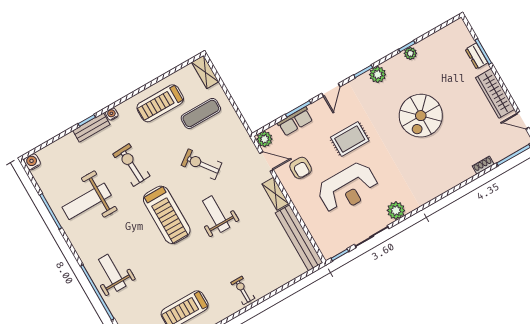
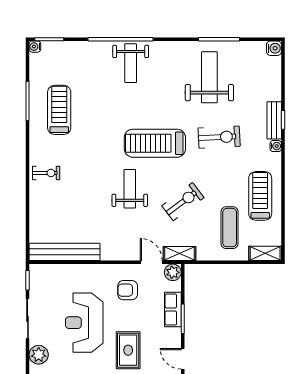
door: (266, 161) -> (151, 262), swing flipped
shelving: (275, 194) -> (179, 253), moved
weight bench: (216, 214) -> (130, 189), turned -90
weight bench: (112, 273) -> (131, 63), turned 90

